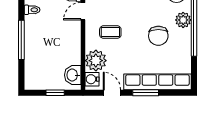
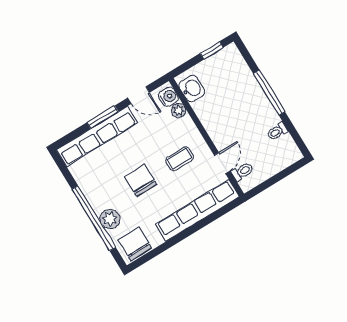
chair: (158, 36) -> (141, 180), moved
plant: (96, 61) -> (179, 110), width x0.53, depth x0.53
window: (55, 93) -> (212, 50), moved

